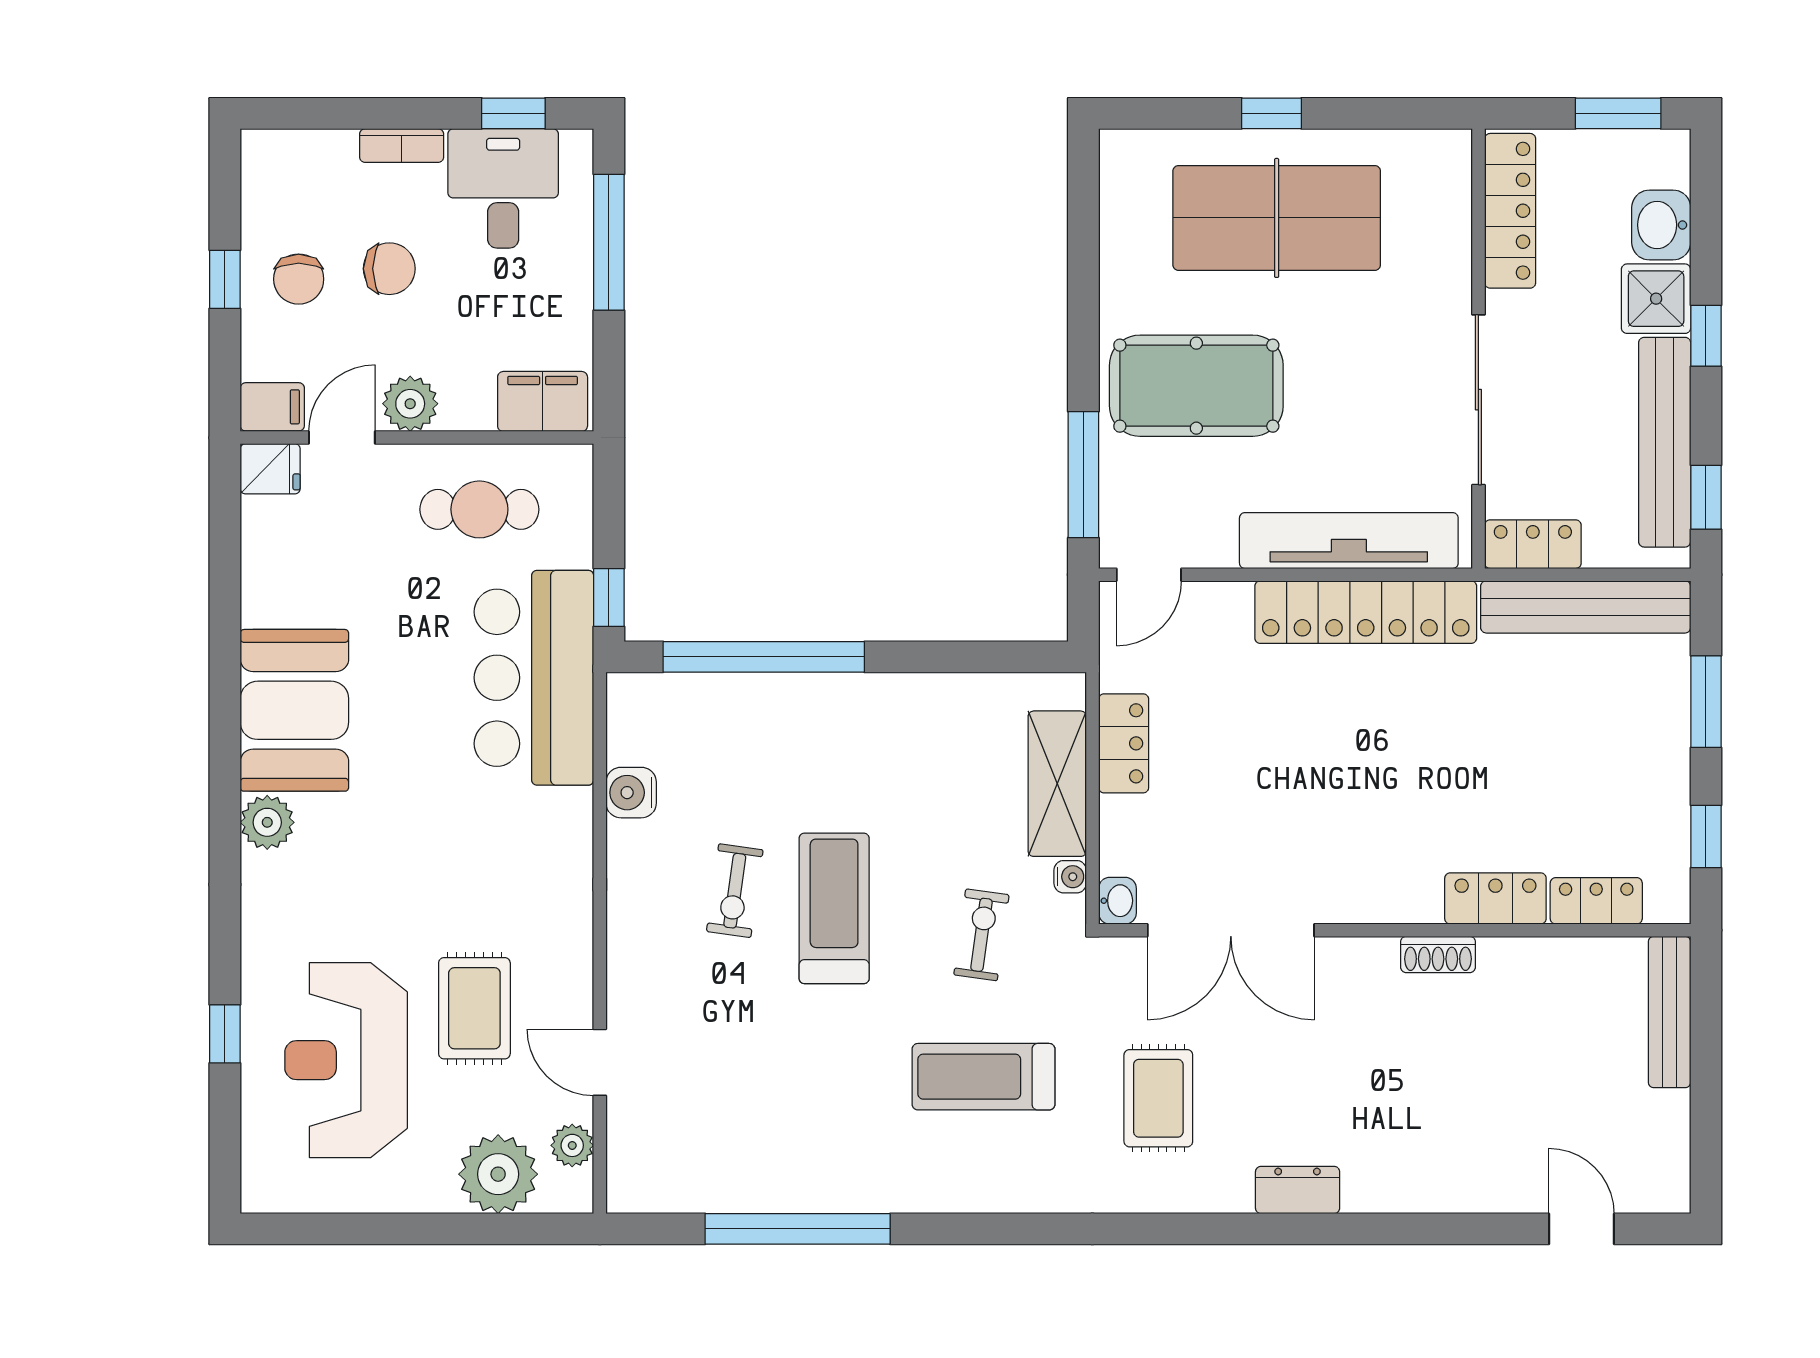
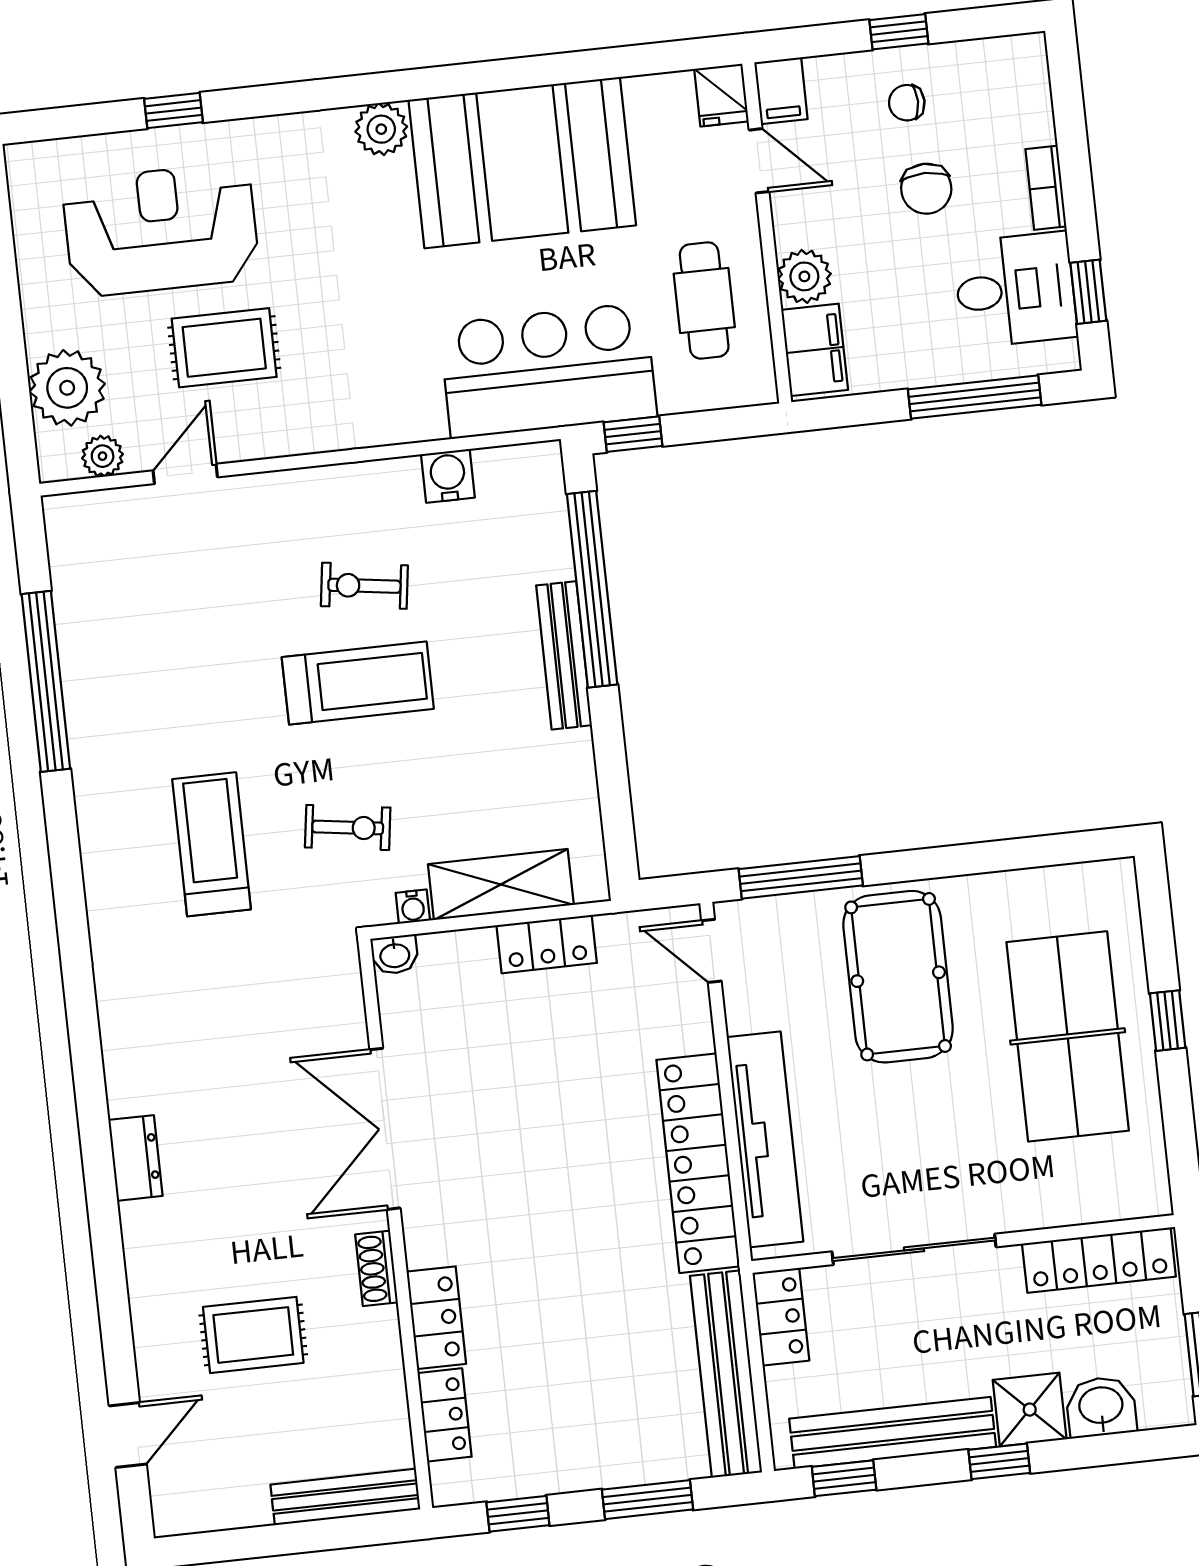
chair: (299, 279) -> (907, 103), width x0.73, depth x0.73
plant: (410, 404) -> (804, 276), moved
bench: (829, 693) -> (564, 655), added
booth: (294, 710) -> (522, 163), width x1.36, depth x1.42
double door: (1231, 930) -> (385, 1129), moved
rug: (1158, 1098) -> (253, 1335), moved

